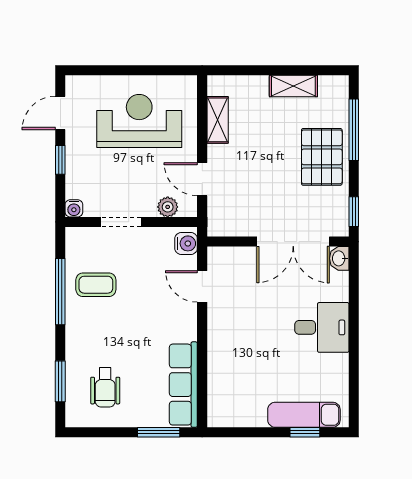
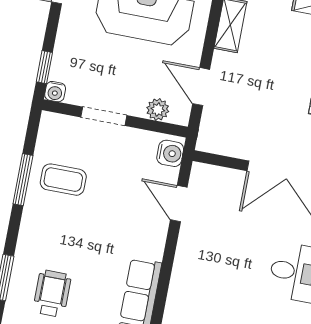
window: (60, 160) -> (44, 67), moved
window: (60, 292) -> (23, 180), width x0.69
wheelchair: (105, 387) -> (52, 294), turned 180

